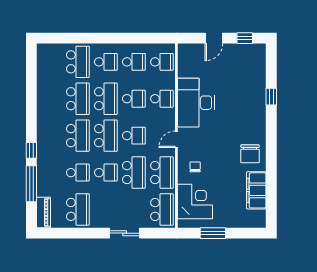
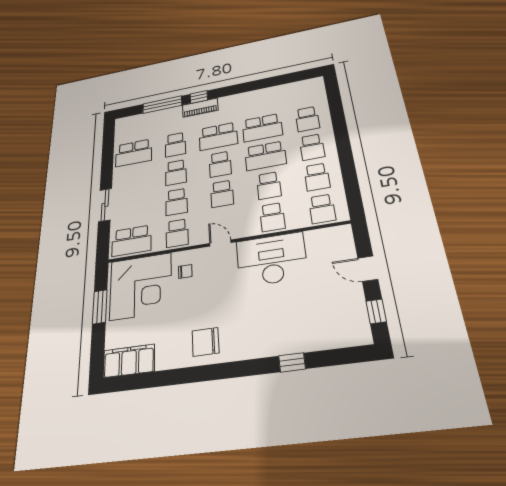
school desk: (78, 62) -> (307, 119), width x0.54
school desk: (106, 136) -> (220, 164), width x0.54
school desk: (134, 173) -> (176, 202), width x0.54
school desk: (162, 173) -> (177, 233), width x0.54
filing cabinet: (256, 190) -> (129, 361), moved
corner desk: (195, 201) -> (141, 286), width x1.36, depth x1.36
piano: (44, 212) -> (200, 108), moved

